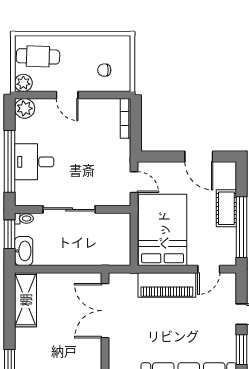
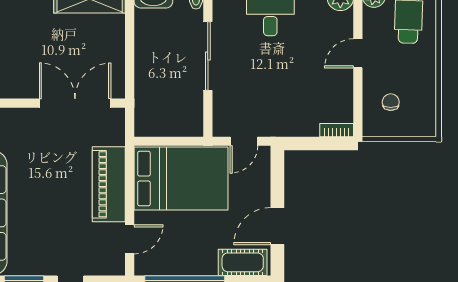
bookcase: (126, 118) -> (337, 130), width x0.64
cot: (226, 208) -> (243, 262), moved
door: (209, 269) -> (130, 239), swing flipped

